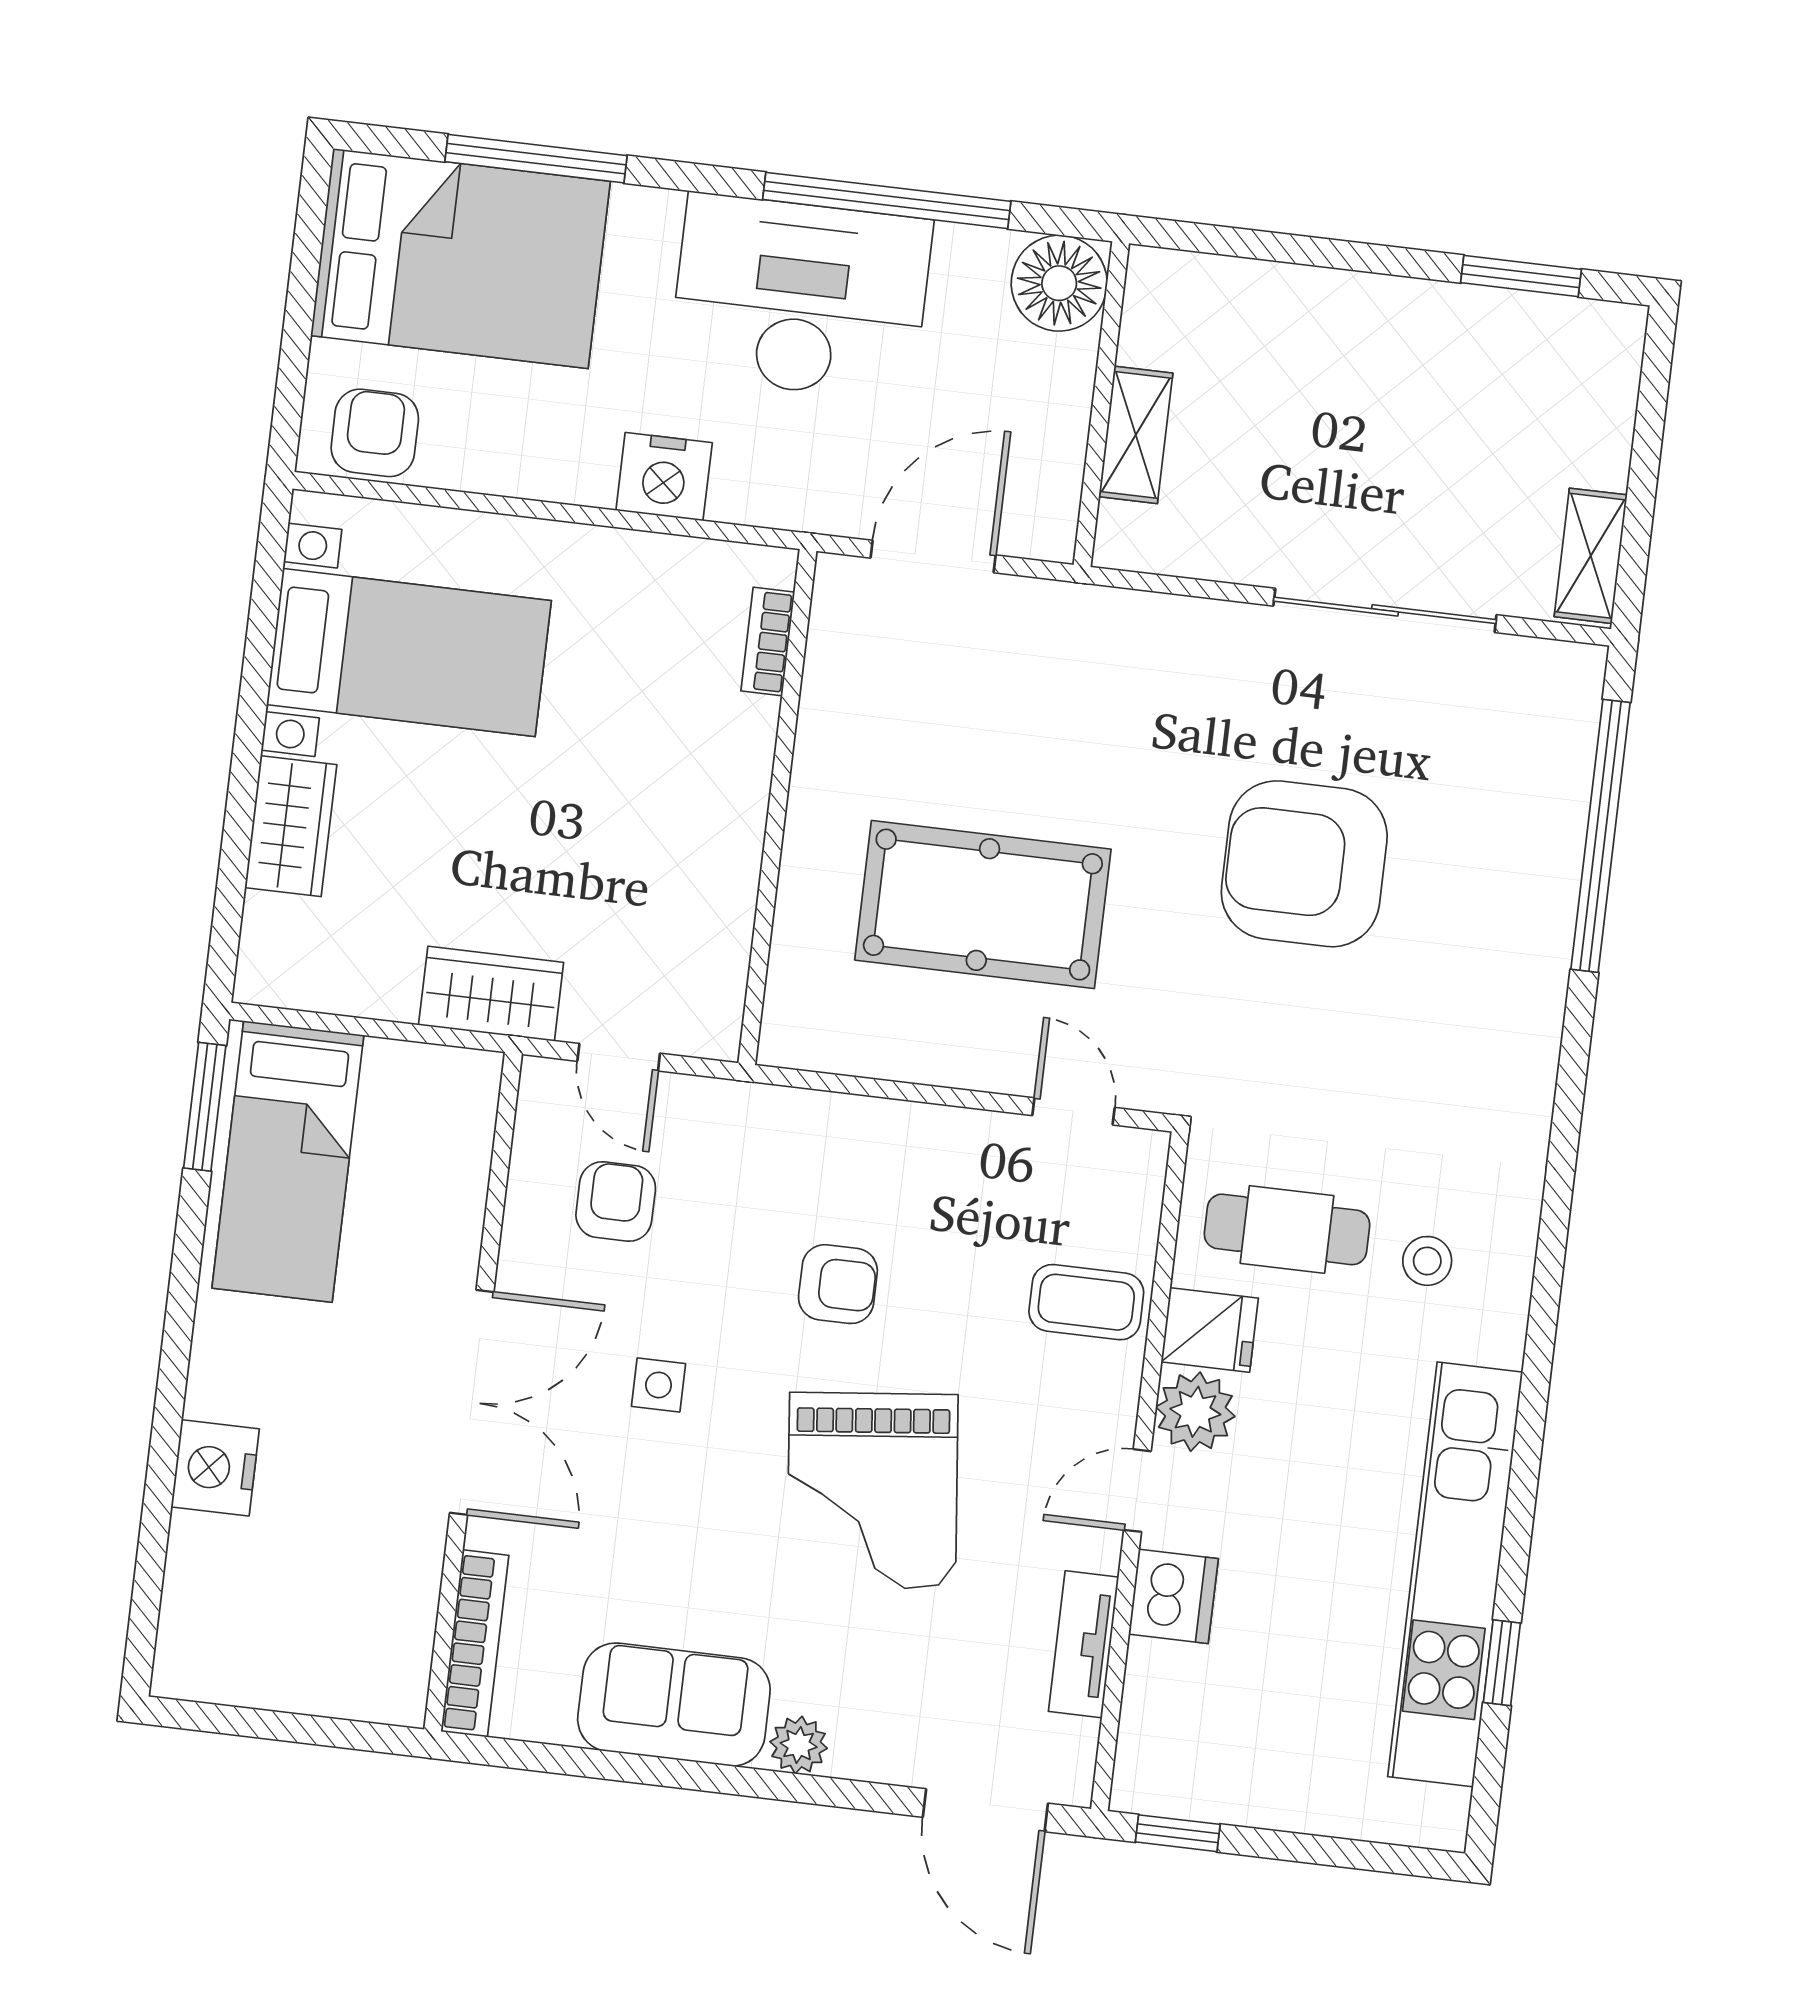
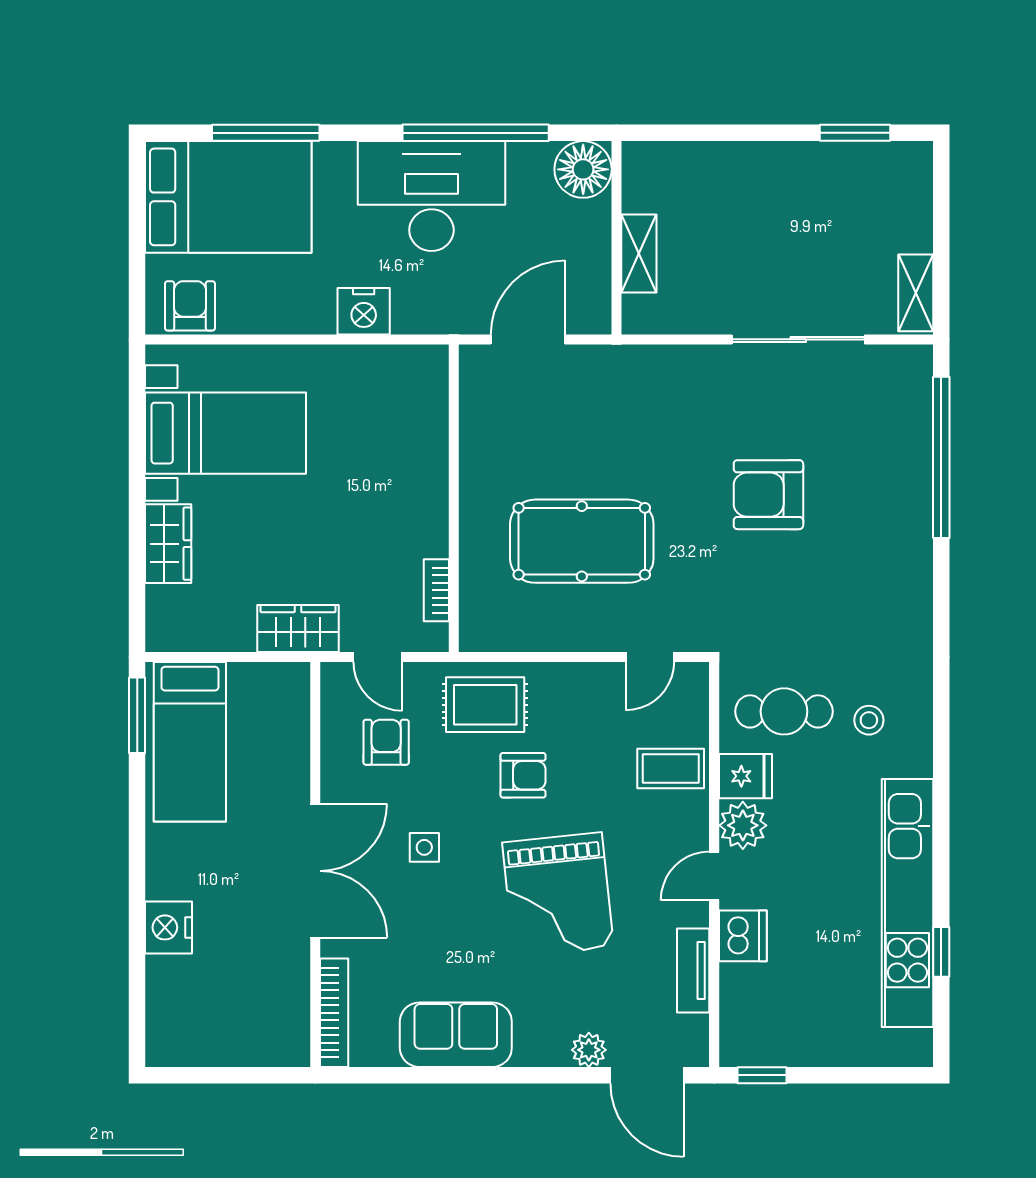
bookcase: (768, 641) -> (436, 590), moved
armchair: (1304, 864) -> (768, 495), width x0.73, depth x0.73
door: (1073, 1111) -> (650, 657), swing flipped
rug: (789, 1159) -> (485, 705), added
plant: (799, 1745) -> (589, 1050), moved

